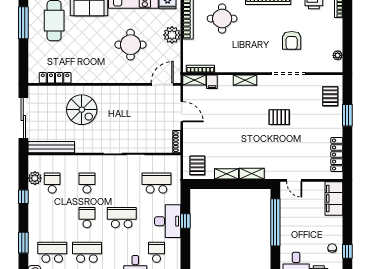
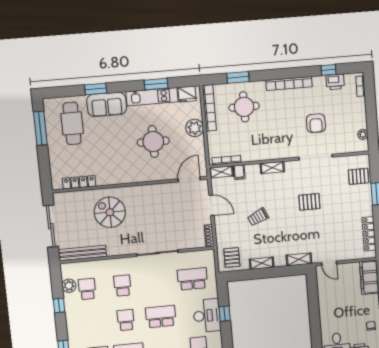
pallet: (330, 96) -> (359, 176), turned 90
spiral stairs: (82, 110) -> (110, 212), turned 180
trolley: (227, 127) -> (258, 217), added
shelving: (252, 174) -> (299, 259), moved
window: (275, 222) -> (314, 306), removed

